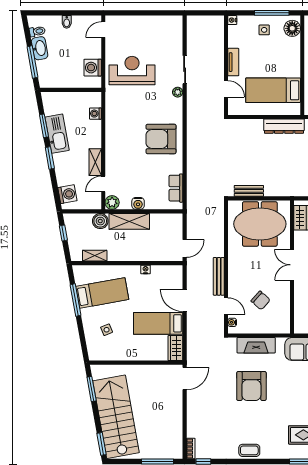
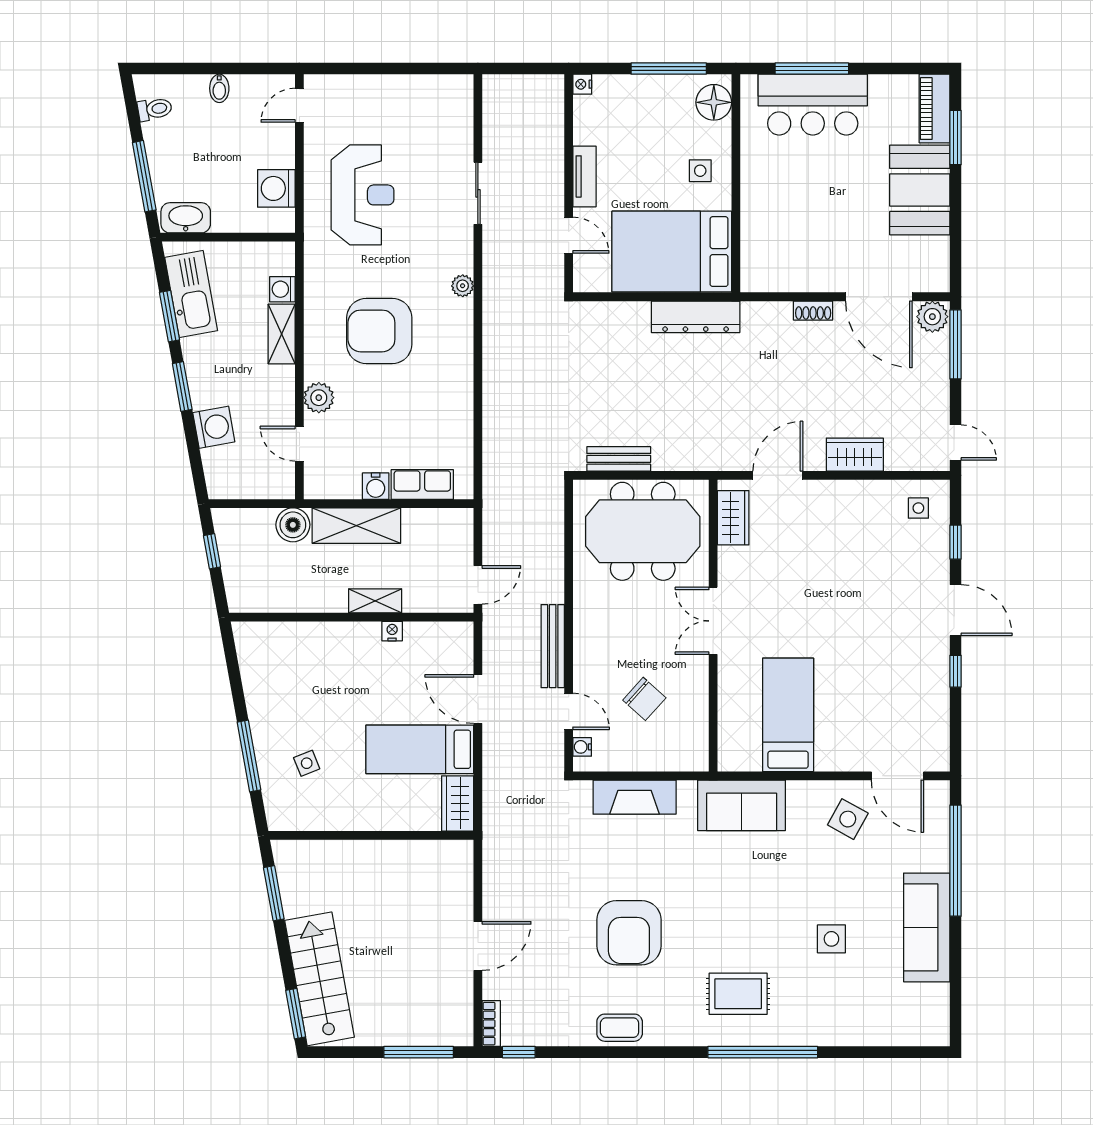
side table: (264, 30) -> (700, 171), moved
washbasin: (40, 48) -> (186, 218), moved, turned -80
reception desk: (132, 71) -> (362, 195), turned 90
bed: (273, 90) -> (672, 252), width x1.50
plant: (178, 92) -> (463, 286), moved
kitchen sink: (57, 134) -> (191, 294), moved
armchair: (161, 139) -> (379, 331), moved
shelving: (95, 162) -> (282, 334), moved
door: (103, 184) -> (299, 444), hinge flipped
row of seats: (176, 188) -> (422, 485), moved, turned 90
washing machine: (67, 194) -> (214, 427), moved
plant: (112, 202) -> (319, 398), moved
shelving: (95, 256) -> (375, 601), moved
bed: (102, 293) -> (297, 683), removed
window: (75, 300) -> (249, 756), moved
door: (185, 379) -> (478, 946), moved
armchair: (251, 386) -> (629, 933), moved
stairs: (116, 417) -> (319, 979), width x0.73, depth x0.66

